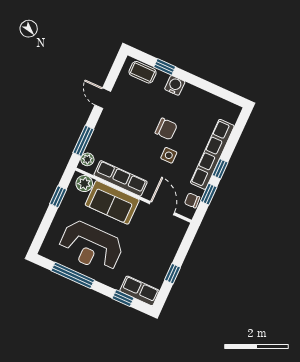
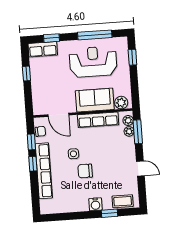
plant: (93, 147) -> (129, 131), added
window: (58, 197) -> (132, 57), moved

